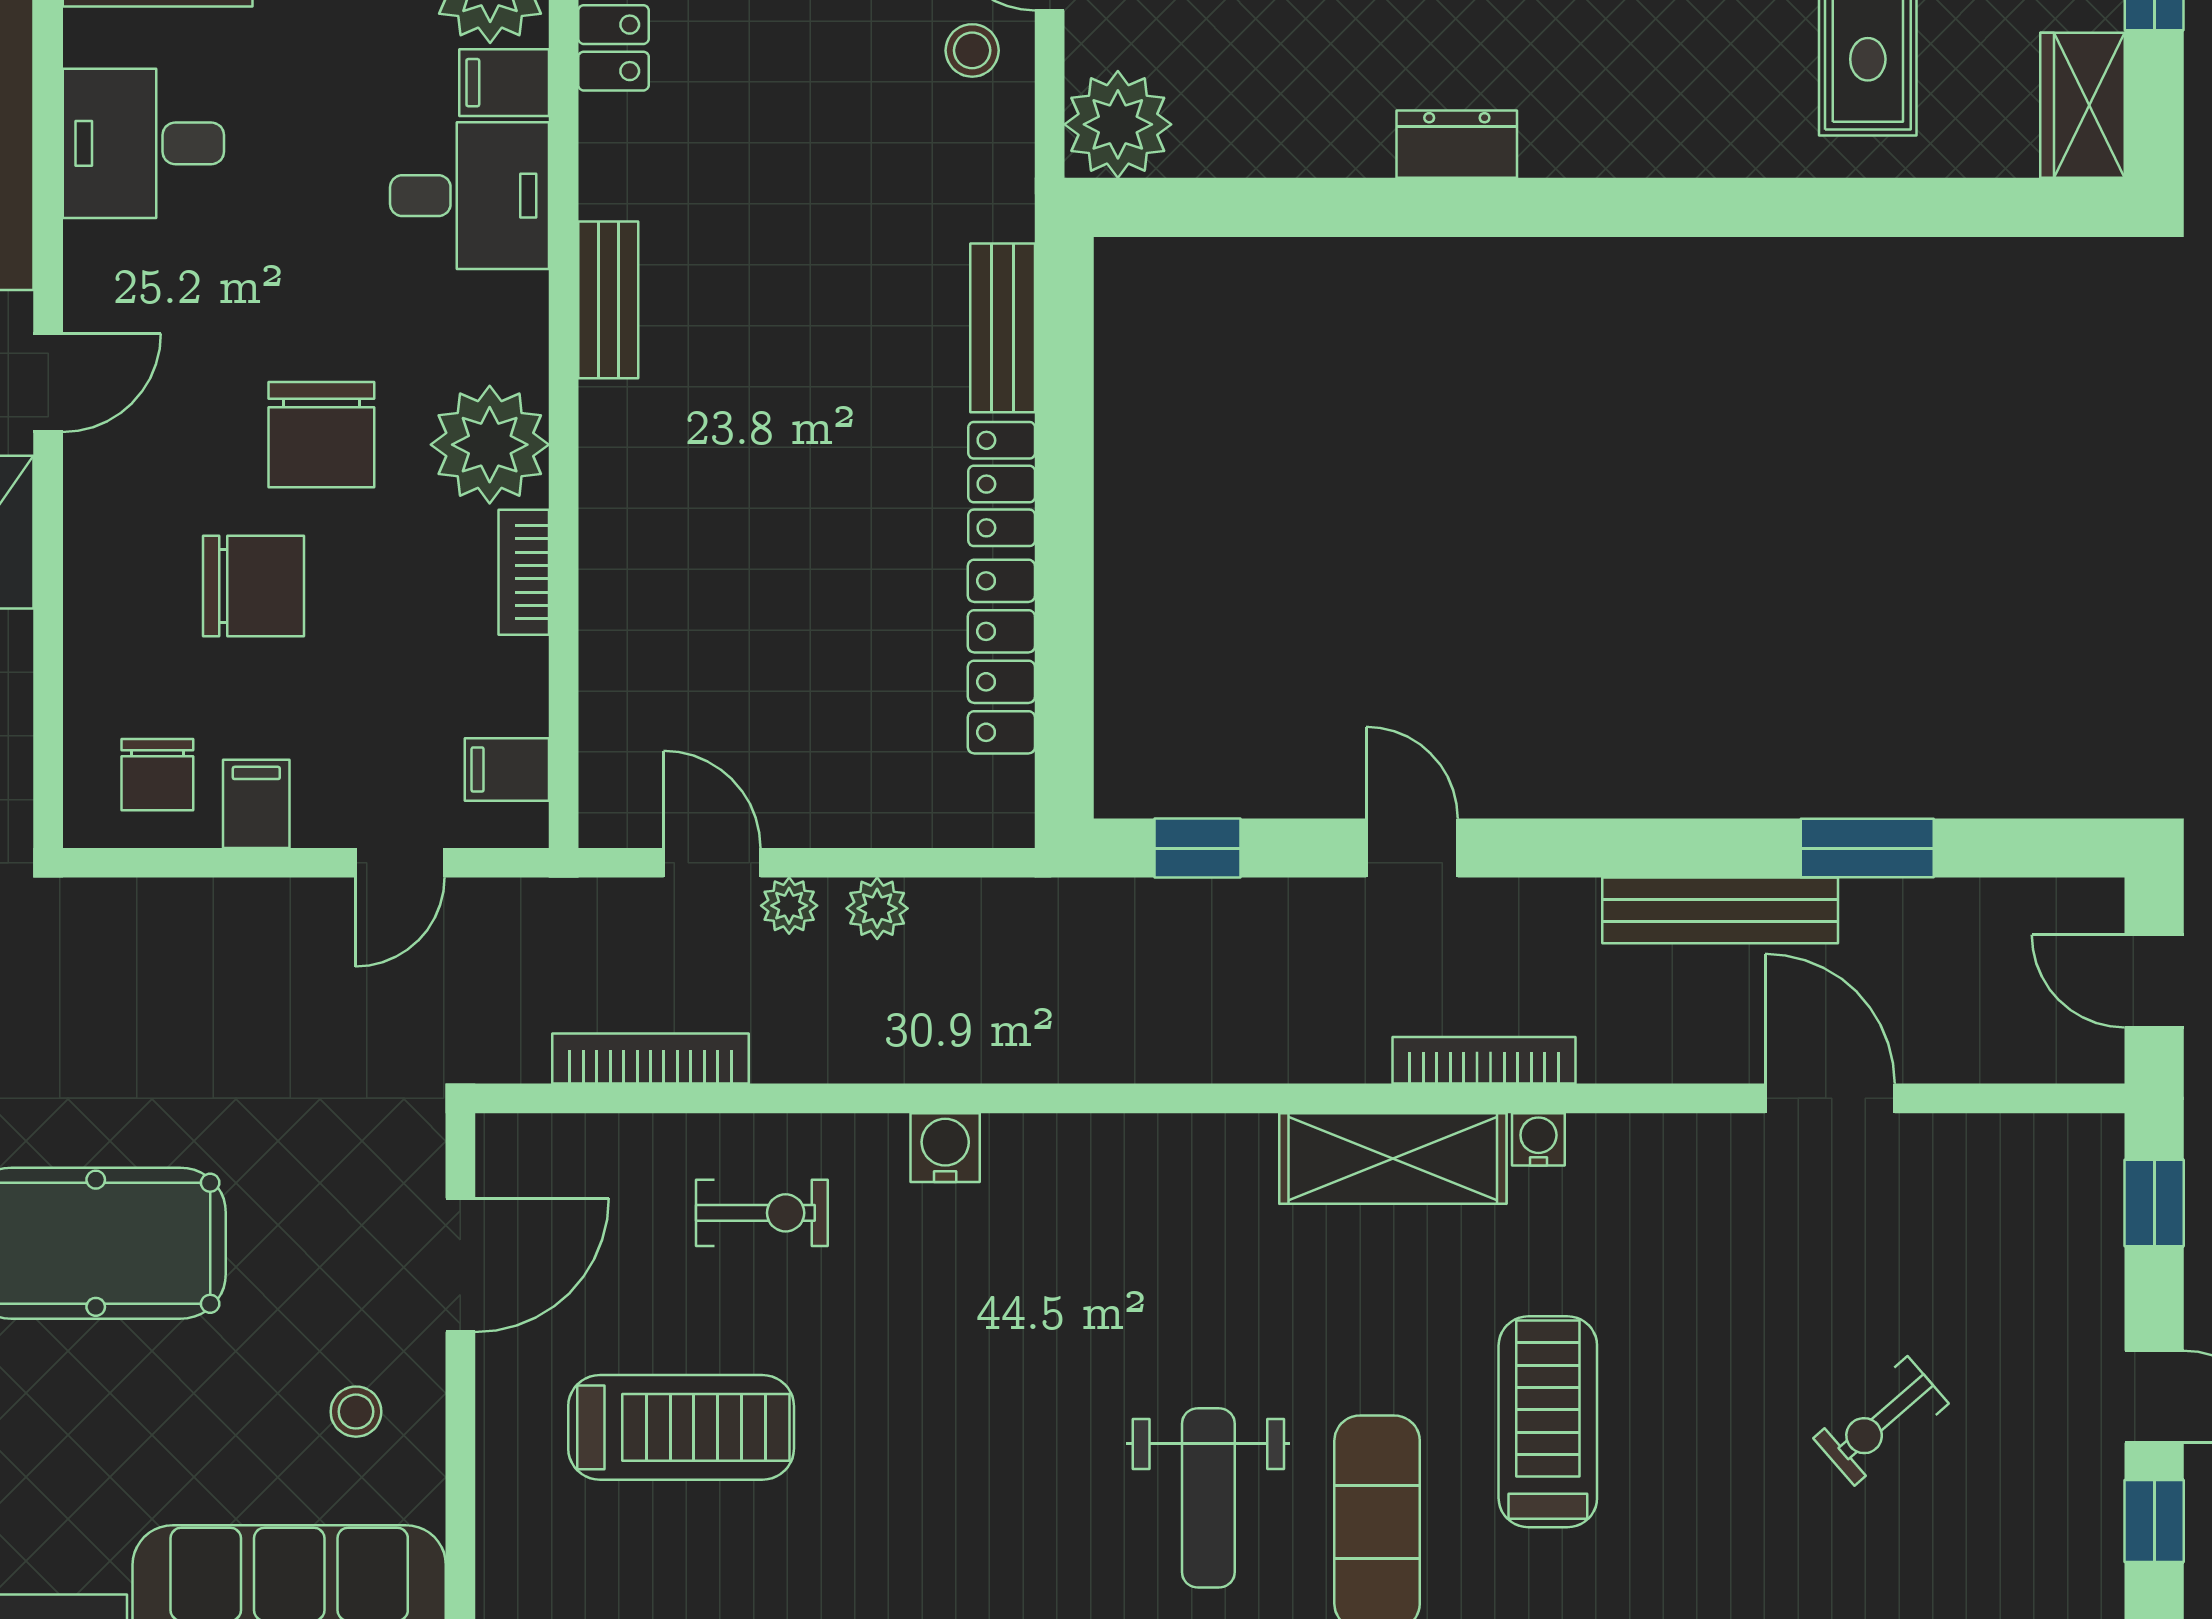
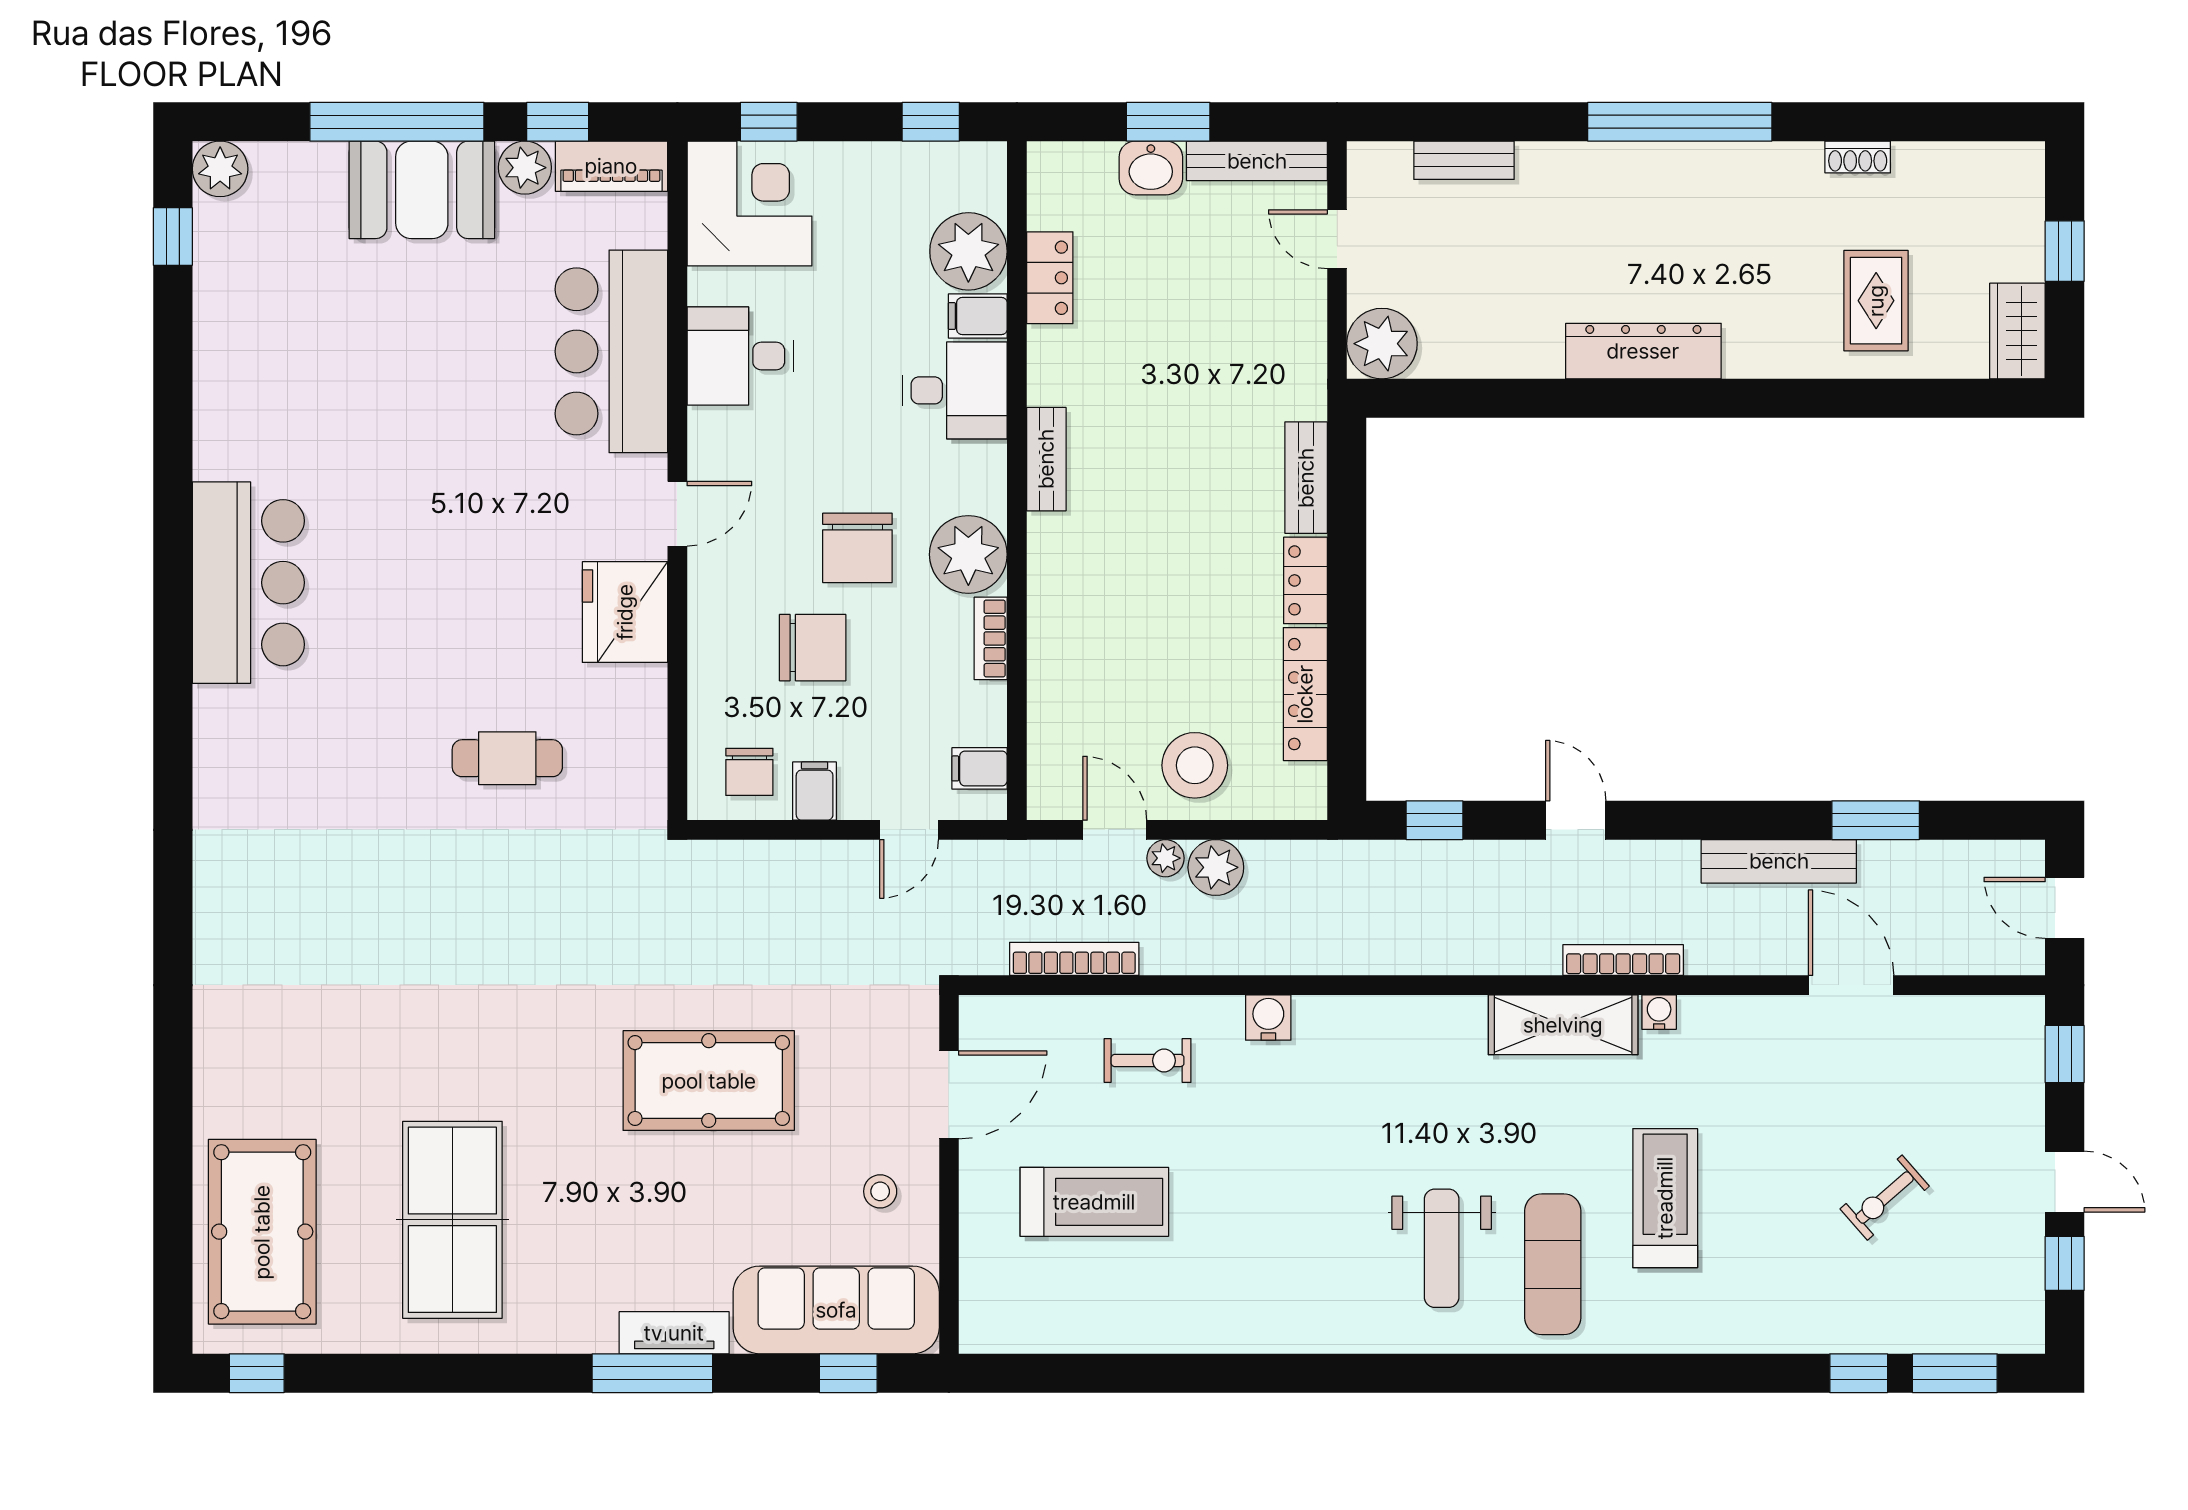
stool: (972, 50) -> (1195, 765), moved, width x1.89, depth x1.89
dresser: (1457, 144) -> (1643, 351), width x1.96, depth x1.24
plant: (877, 908) -> (1216, 867), width x1.38, depth x1.38

